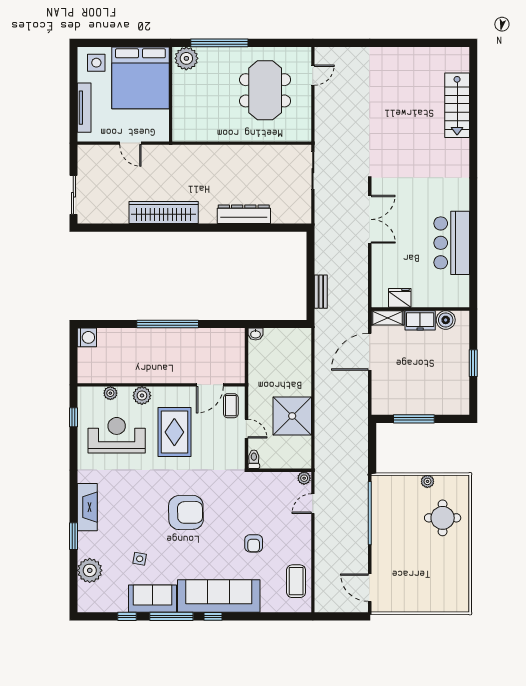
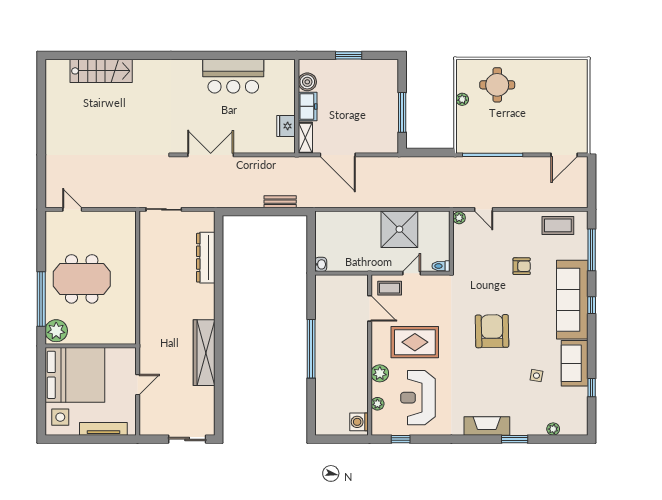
meeting table: (265, 90) -> (82, 279), moved
dresser: (244, 214) -> (206, 258), moved
washing machine: (87, 337) -> (359, 422), moved, turned -90
plant: (90, 570) -> (553, 429), width x0.53, depth x0.53
window: (171, 616) -> (592, 250), moved

